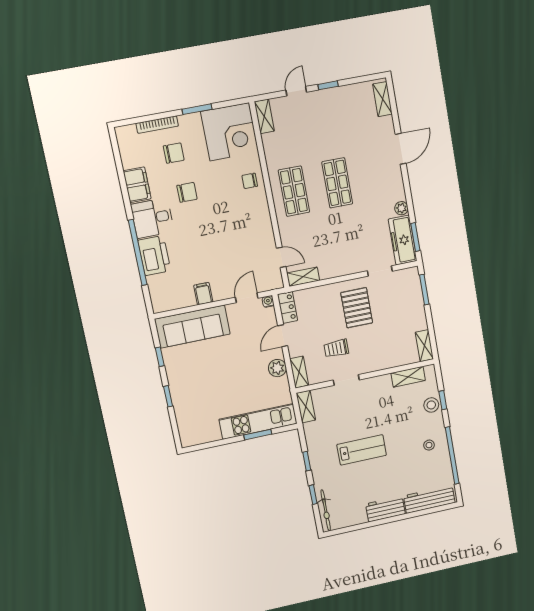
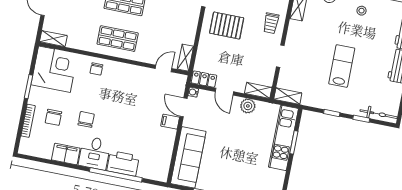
chair: (174, 153) -> (53, 117), turned 180
filing cabinet: (203, 294) -> (170, 122), moved
trolley: (336, 348) -> (271, 23), moved

